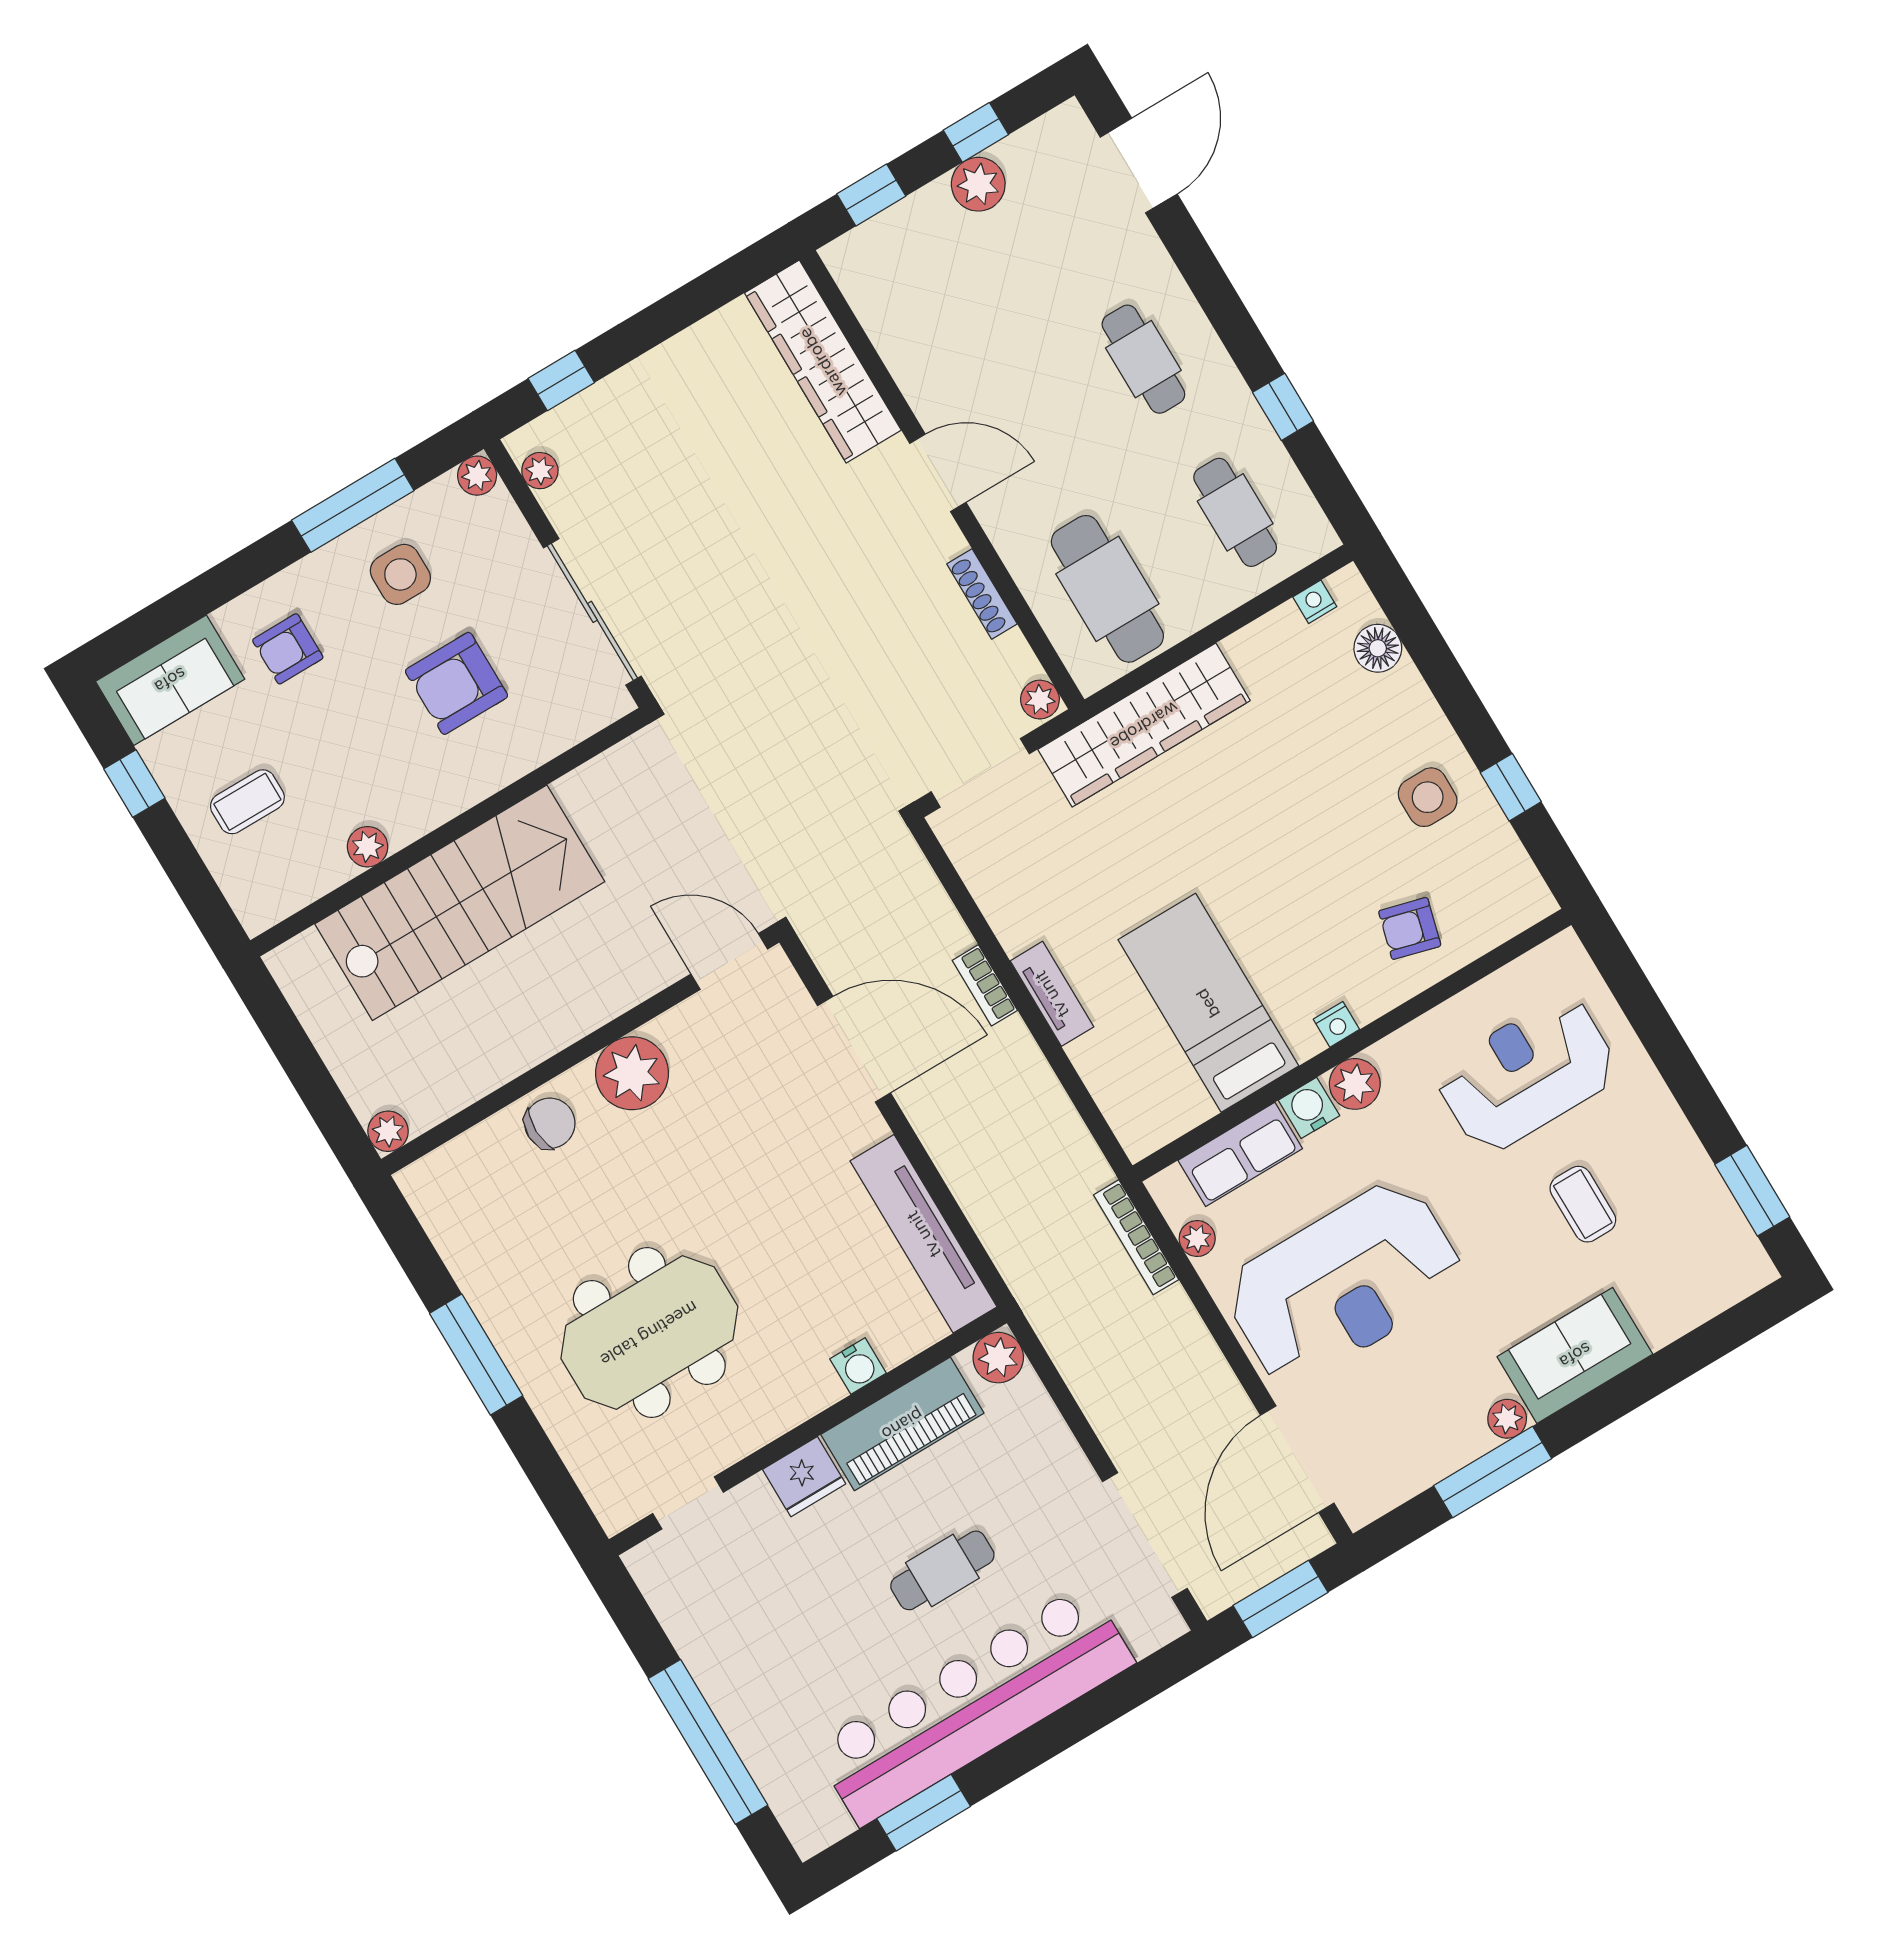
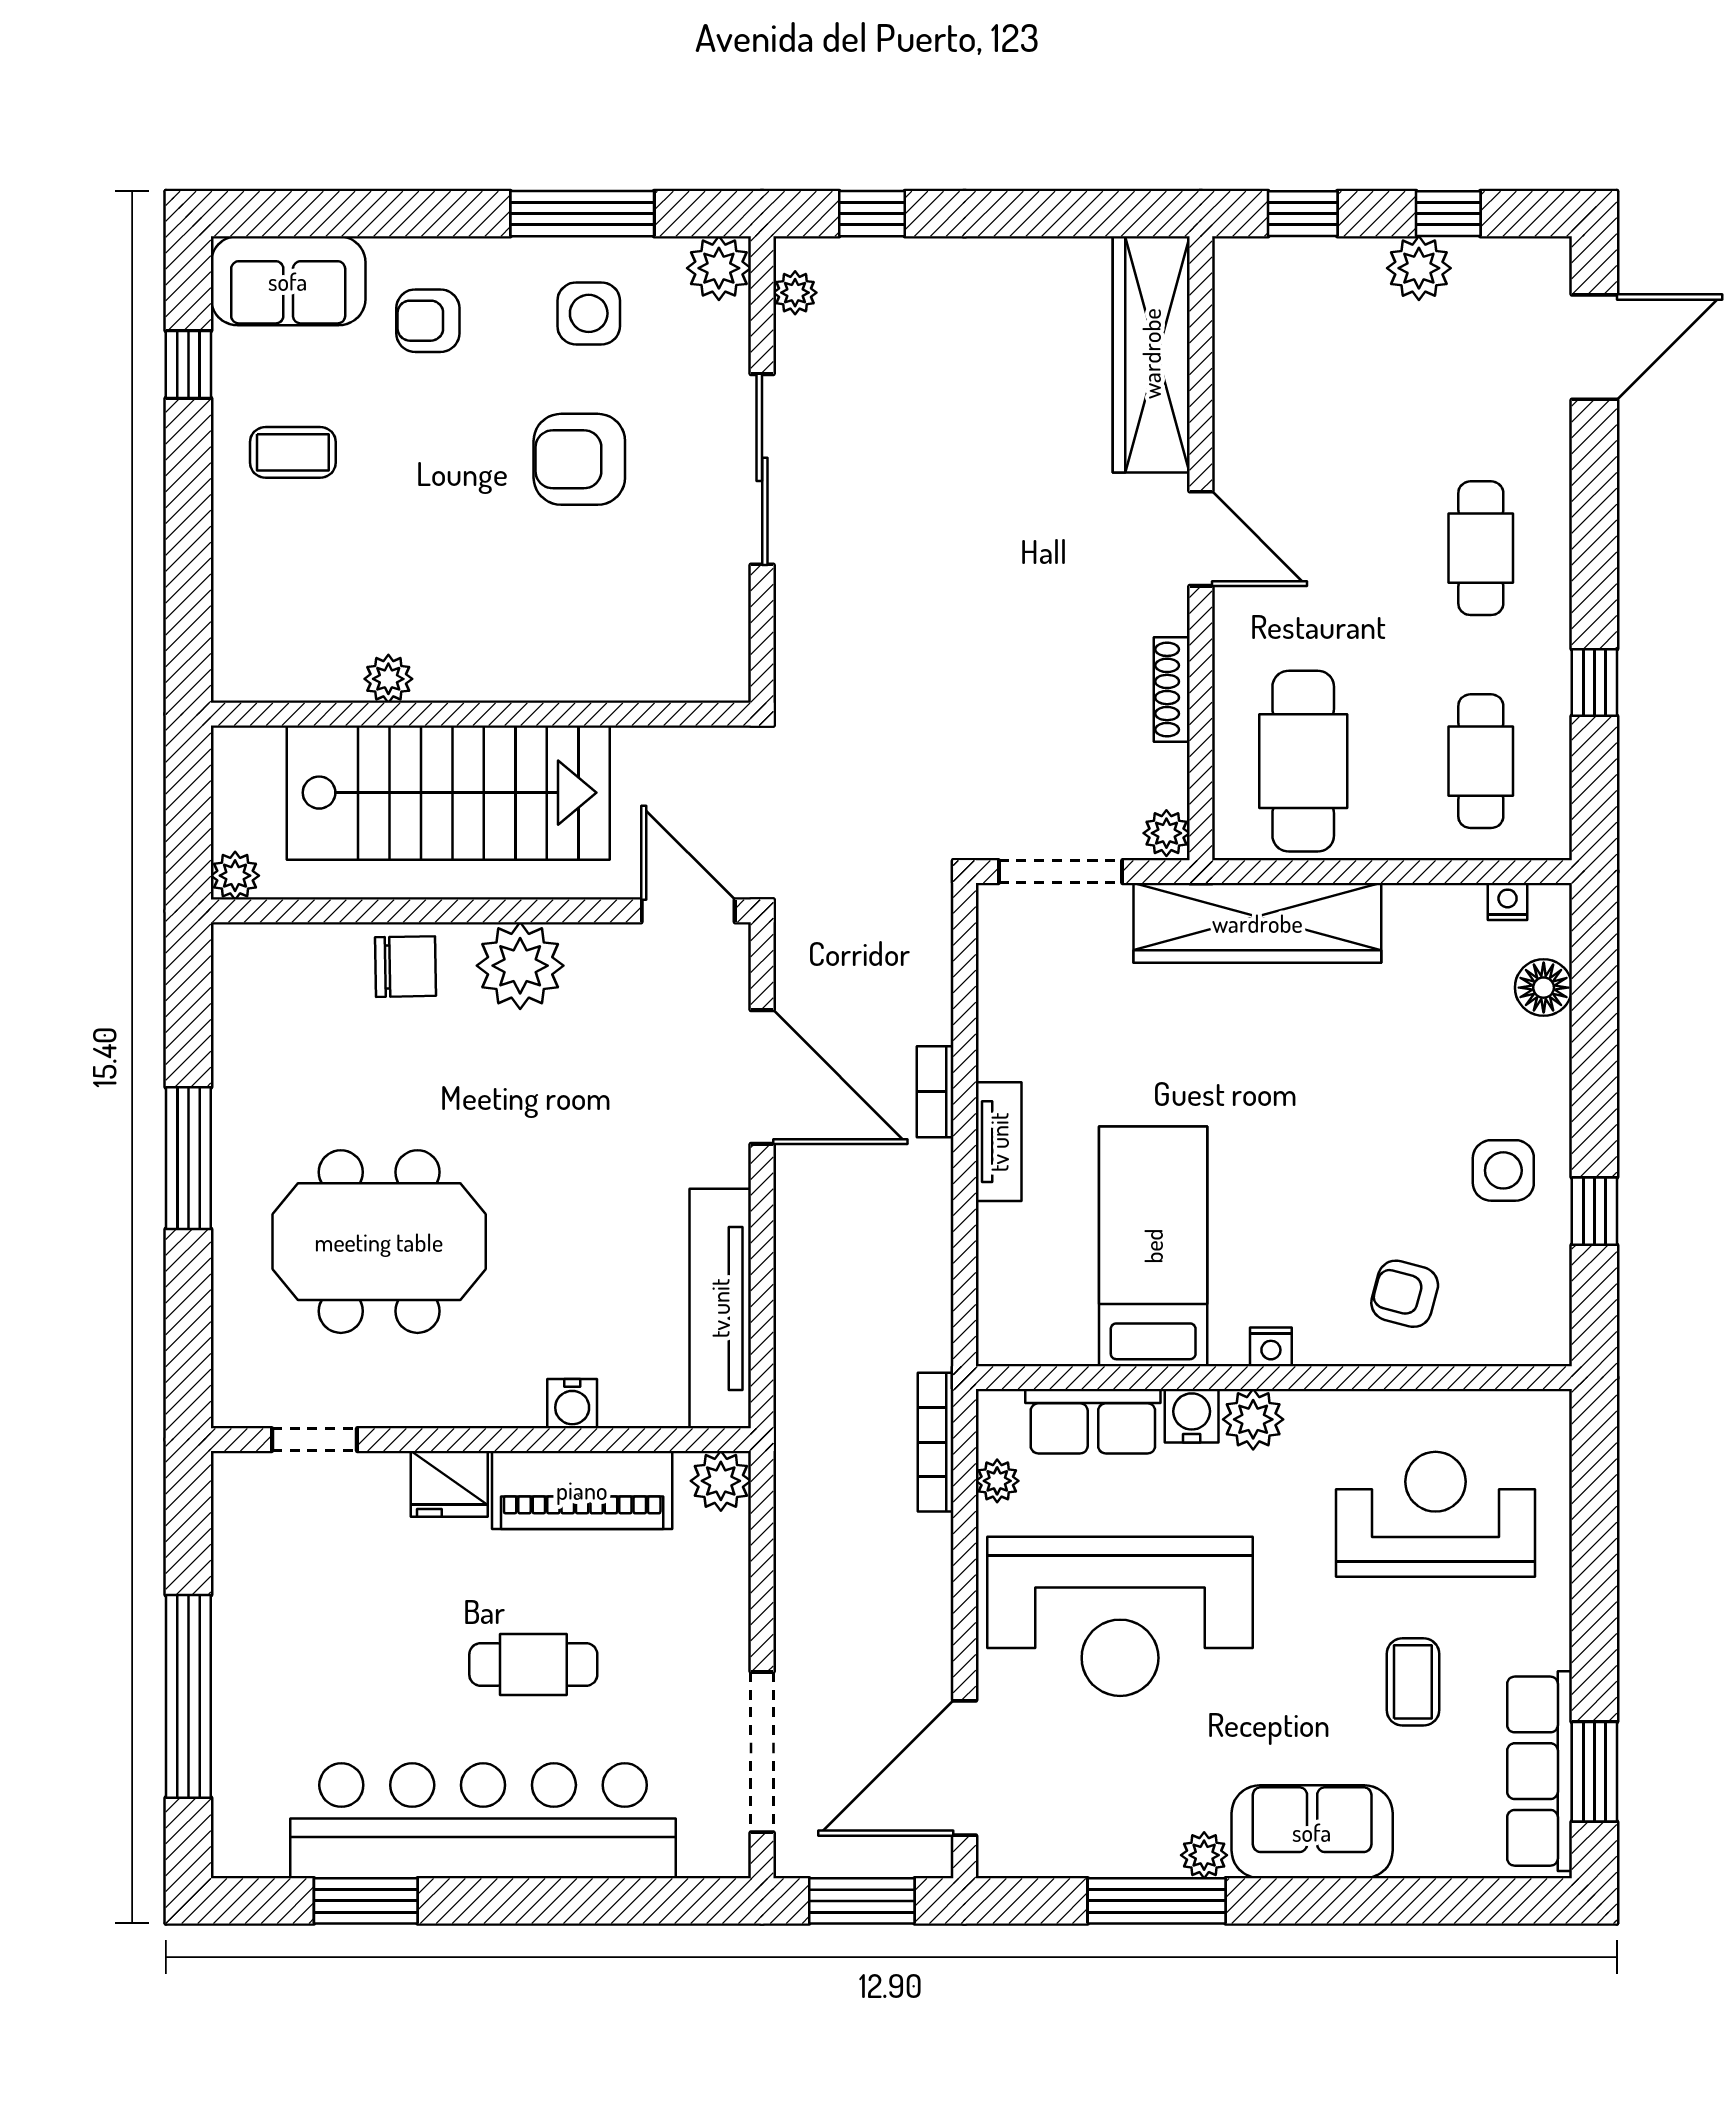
plant: (477, 476) -> (719, 268), width x1.38, depth x1.38
wall: (449, 832) -> (481, 714), moved
plant: (368, 847) -> (388, 679), moved
stairs: (460, 903) -> (448, 793), moved
row of seats: (1712, 1214) -> (1540, 1771), added

